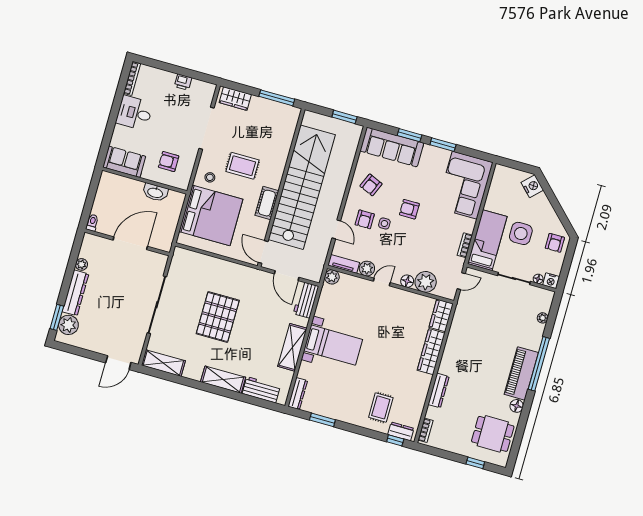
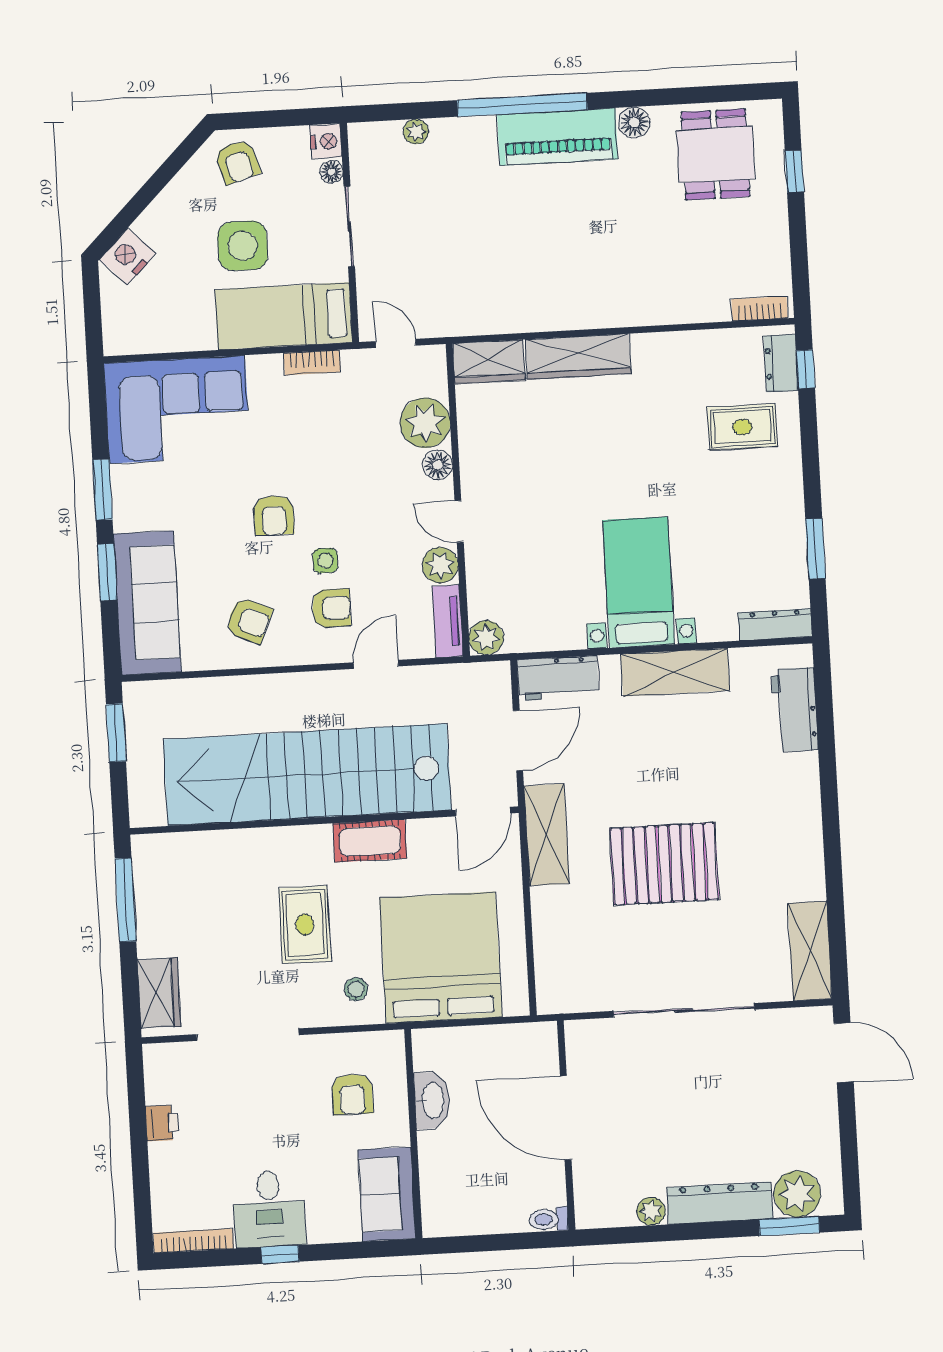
window: (115, 111) -> (280, 1254), added
armchair: (555, 243) -> (237, 162), turned 73
shelving: (223, 380) -> (547, 835), moved
dresser: (439, 390) -> (660, 310), removed

